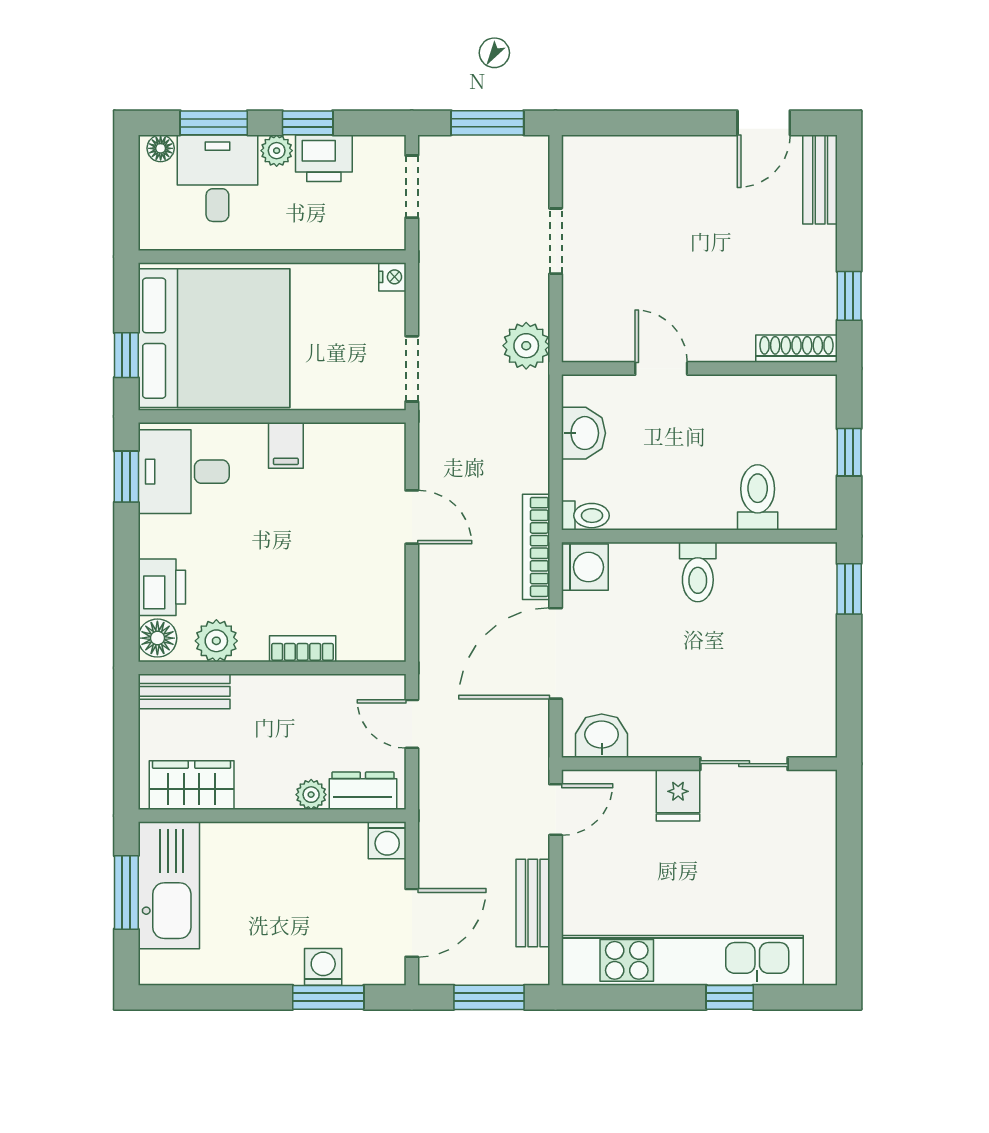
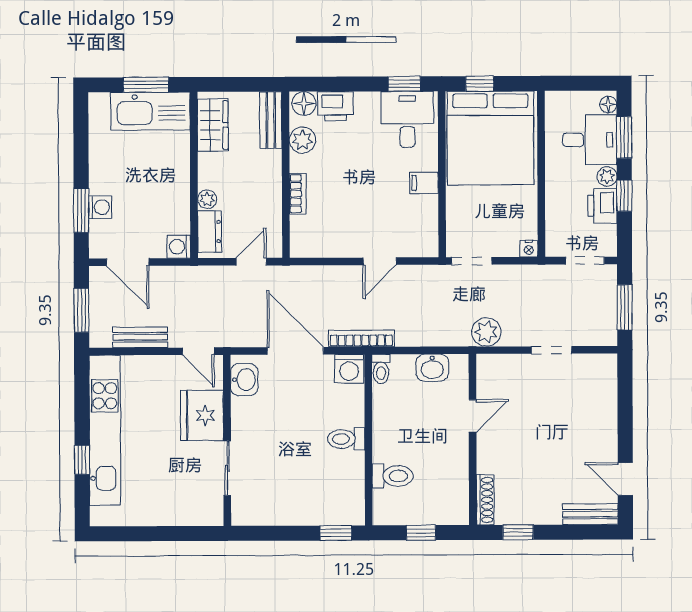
fridge: (678, 795) -> (202, 415), width x1.88, depth x1.34

